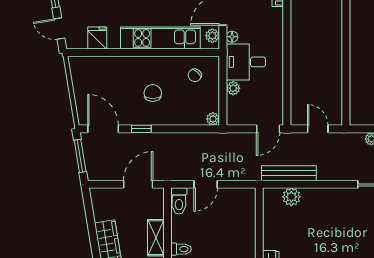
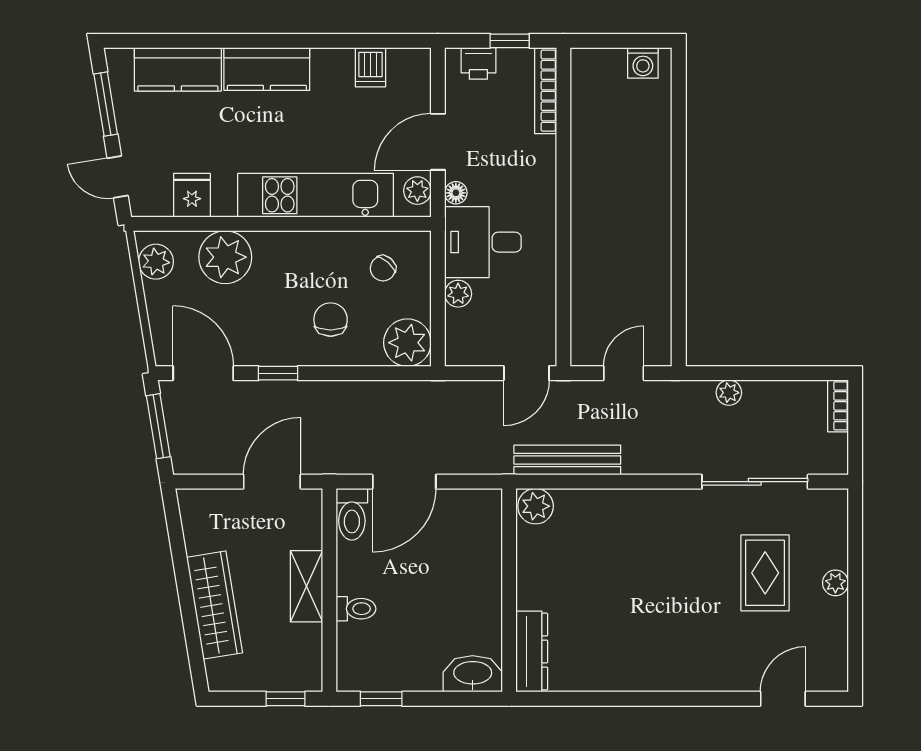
plant: (114, 70) -> (225, 257), added
plant: (79, 72) -> (156, 262), added
chair: (153, 93) -> (331, 320), moved
plant: (213, 119) -> (407, 343), width x1.88, depth x1.88
door: (318, 129) -> (624, 373), hinge flipped
door: (206, 184) -> (404, 482), width x1.37
plant: (291, 197) -> (536, 506), moved

